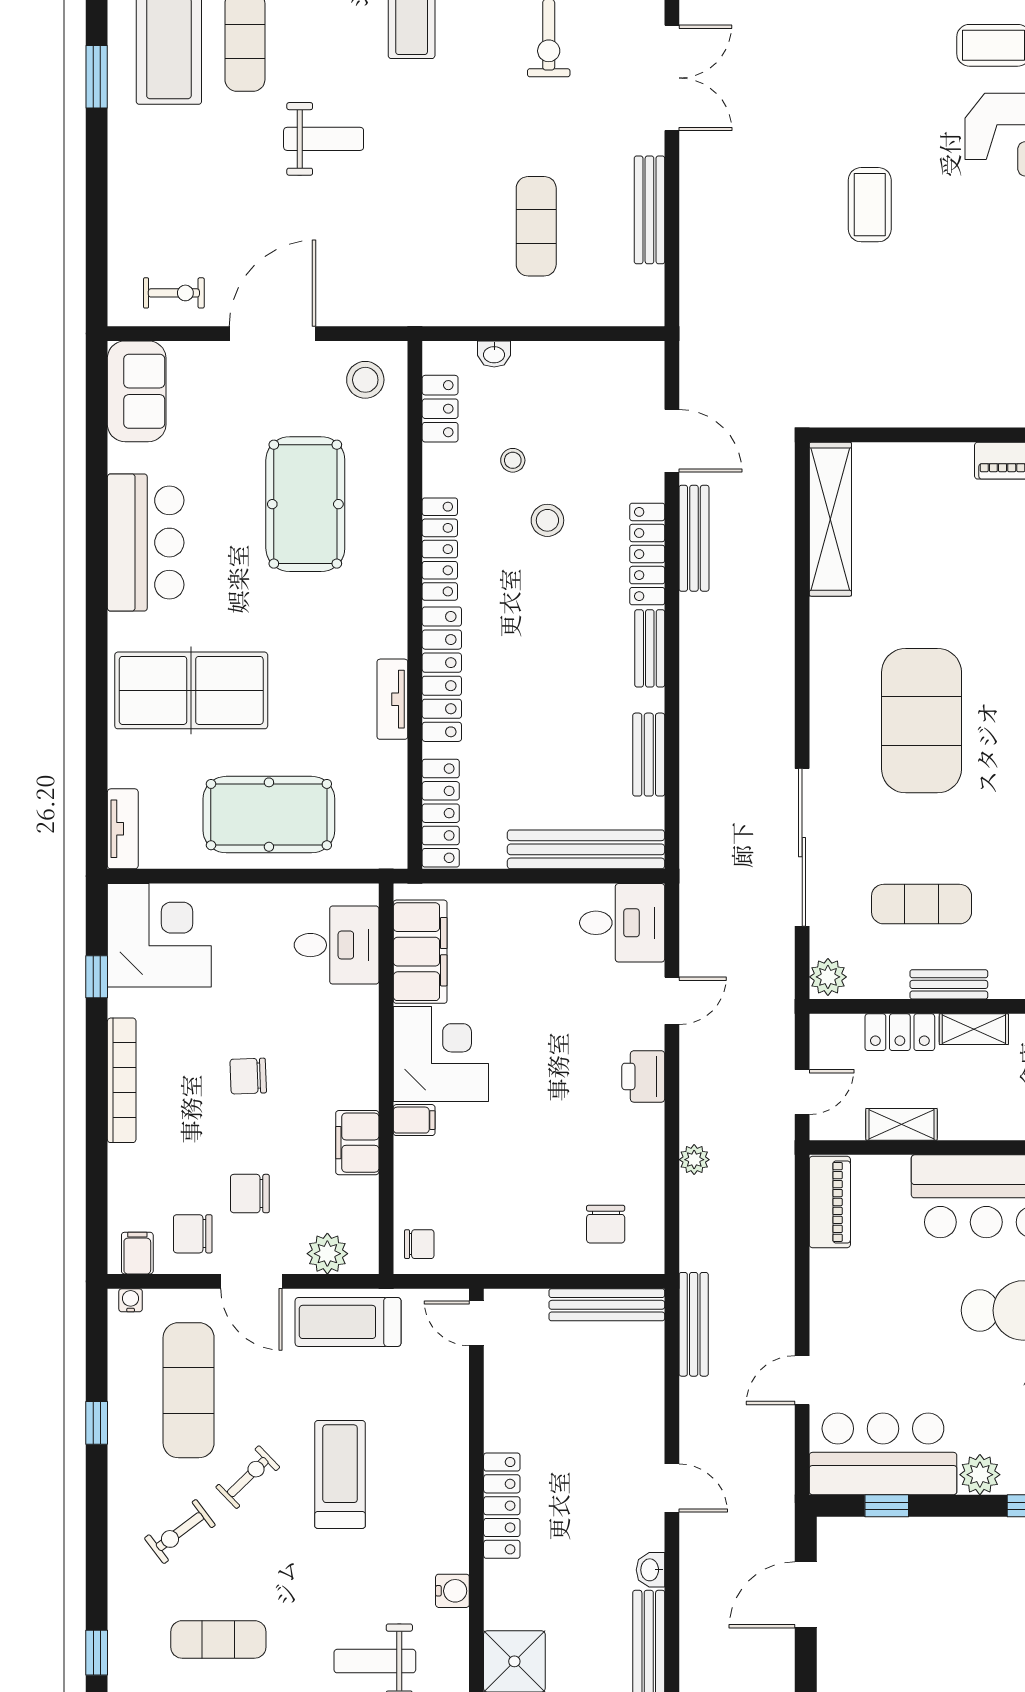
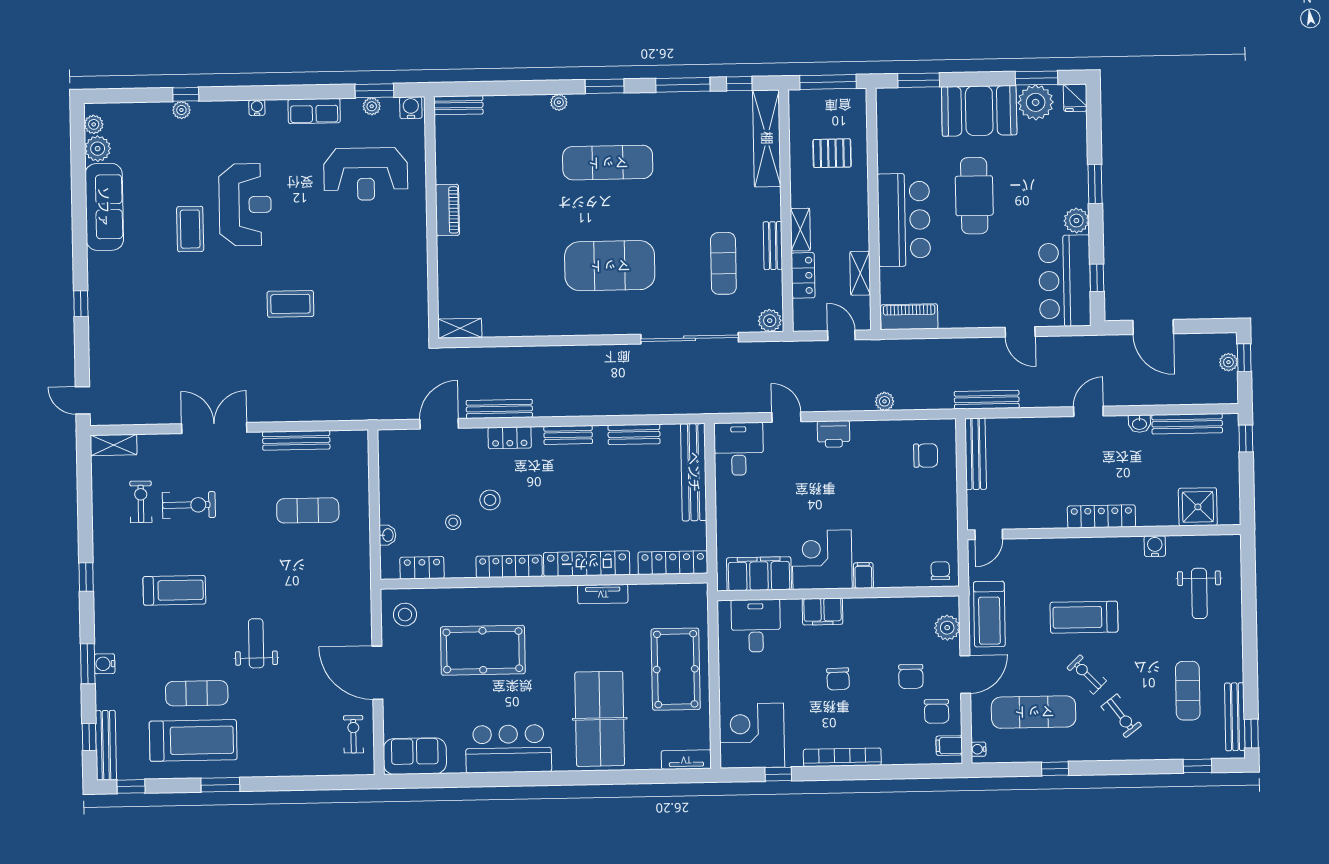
shelving: (830, 519) -> (460, 328), width x0.45, depth x0.75
locker: (647, 554) -> (510, 438), width x0.66
filing cabinet: (357, 1143) -> (823, 612), moved

